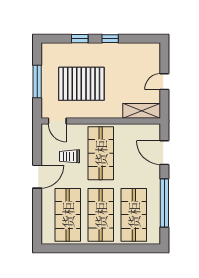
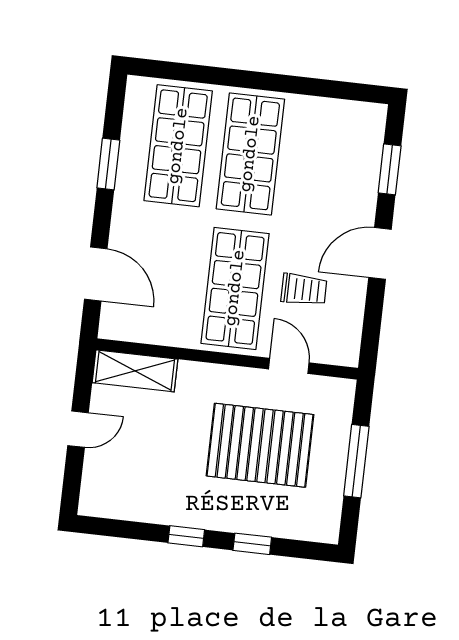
door: (57, 121) -> (289, 366), moved
window: (164, 203) -> (108, 164), width x0.47
window: (37, 215) -> (390, 169), added
shop shelf: (68, 215) -> (323, 162), removed

